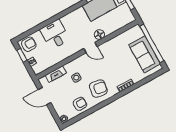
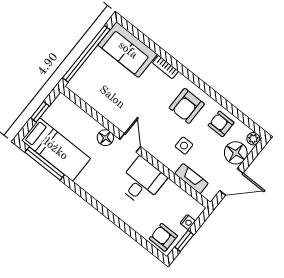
desk: (55, 34) -> (142, 181), moved, turned 180
sofa: (145, 54) -> (128, 50), moved, turned 90
armchair: (98, 89) -> (187, 106), turned -100
door: (44, 96) -> (231, 182), hinge flipped
floor lamp: (60, 105) -> (236, 153), added

